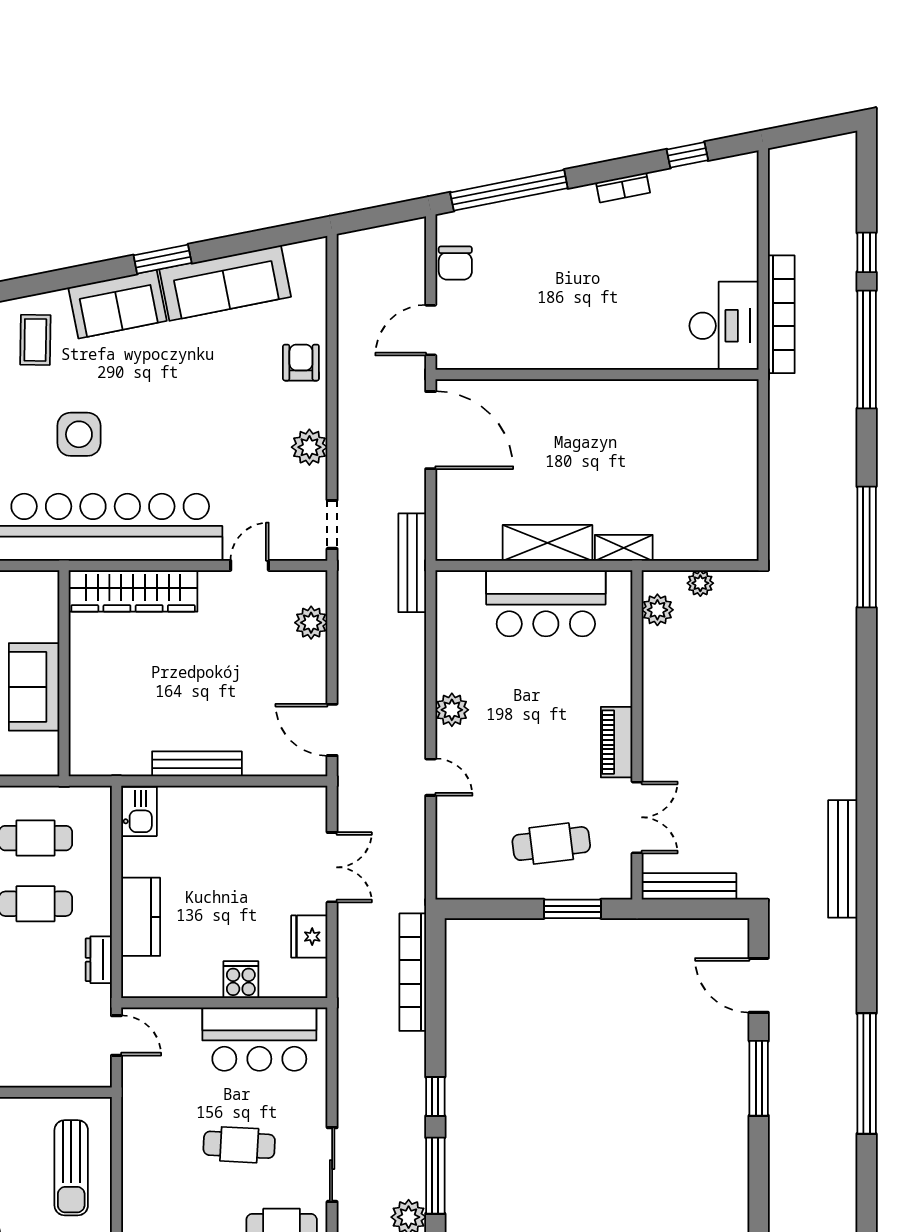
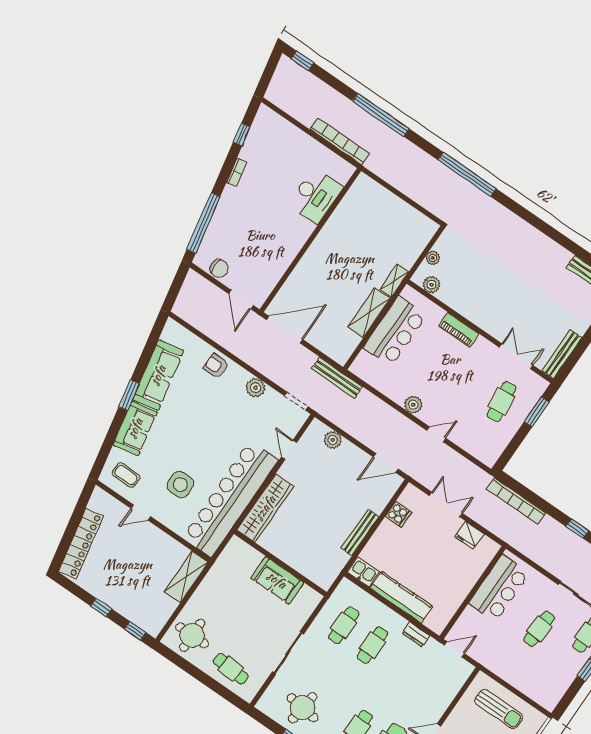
window: (867, 252) -> (302, 61), moved
desk: (724, 326) -> (316, 196), moved, turned 90
piano: (617, 742) -> (459, 330), moved
kitchen counter: (141, 917) -> (401, 597), width x1.50
cooker: (241, 980) -> (398, 514), moved, turned 180

